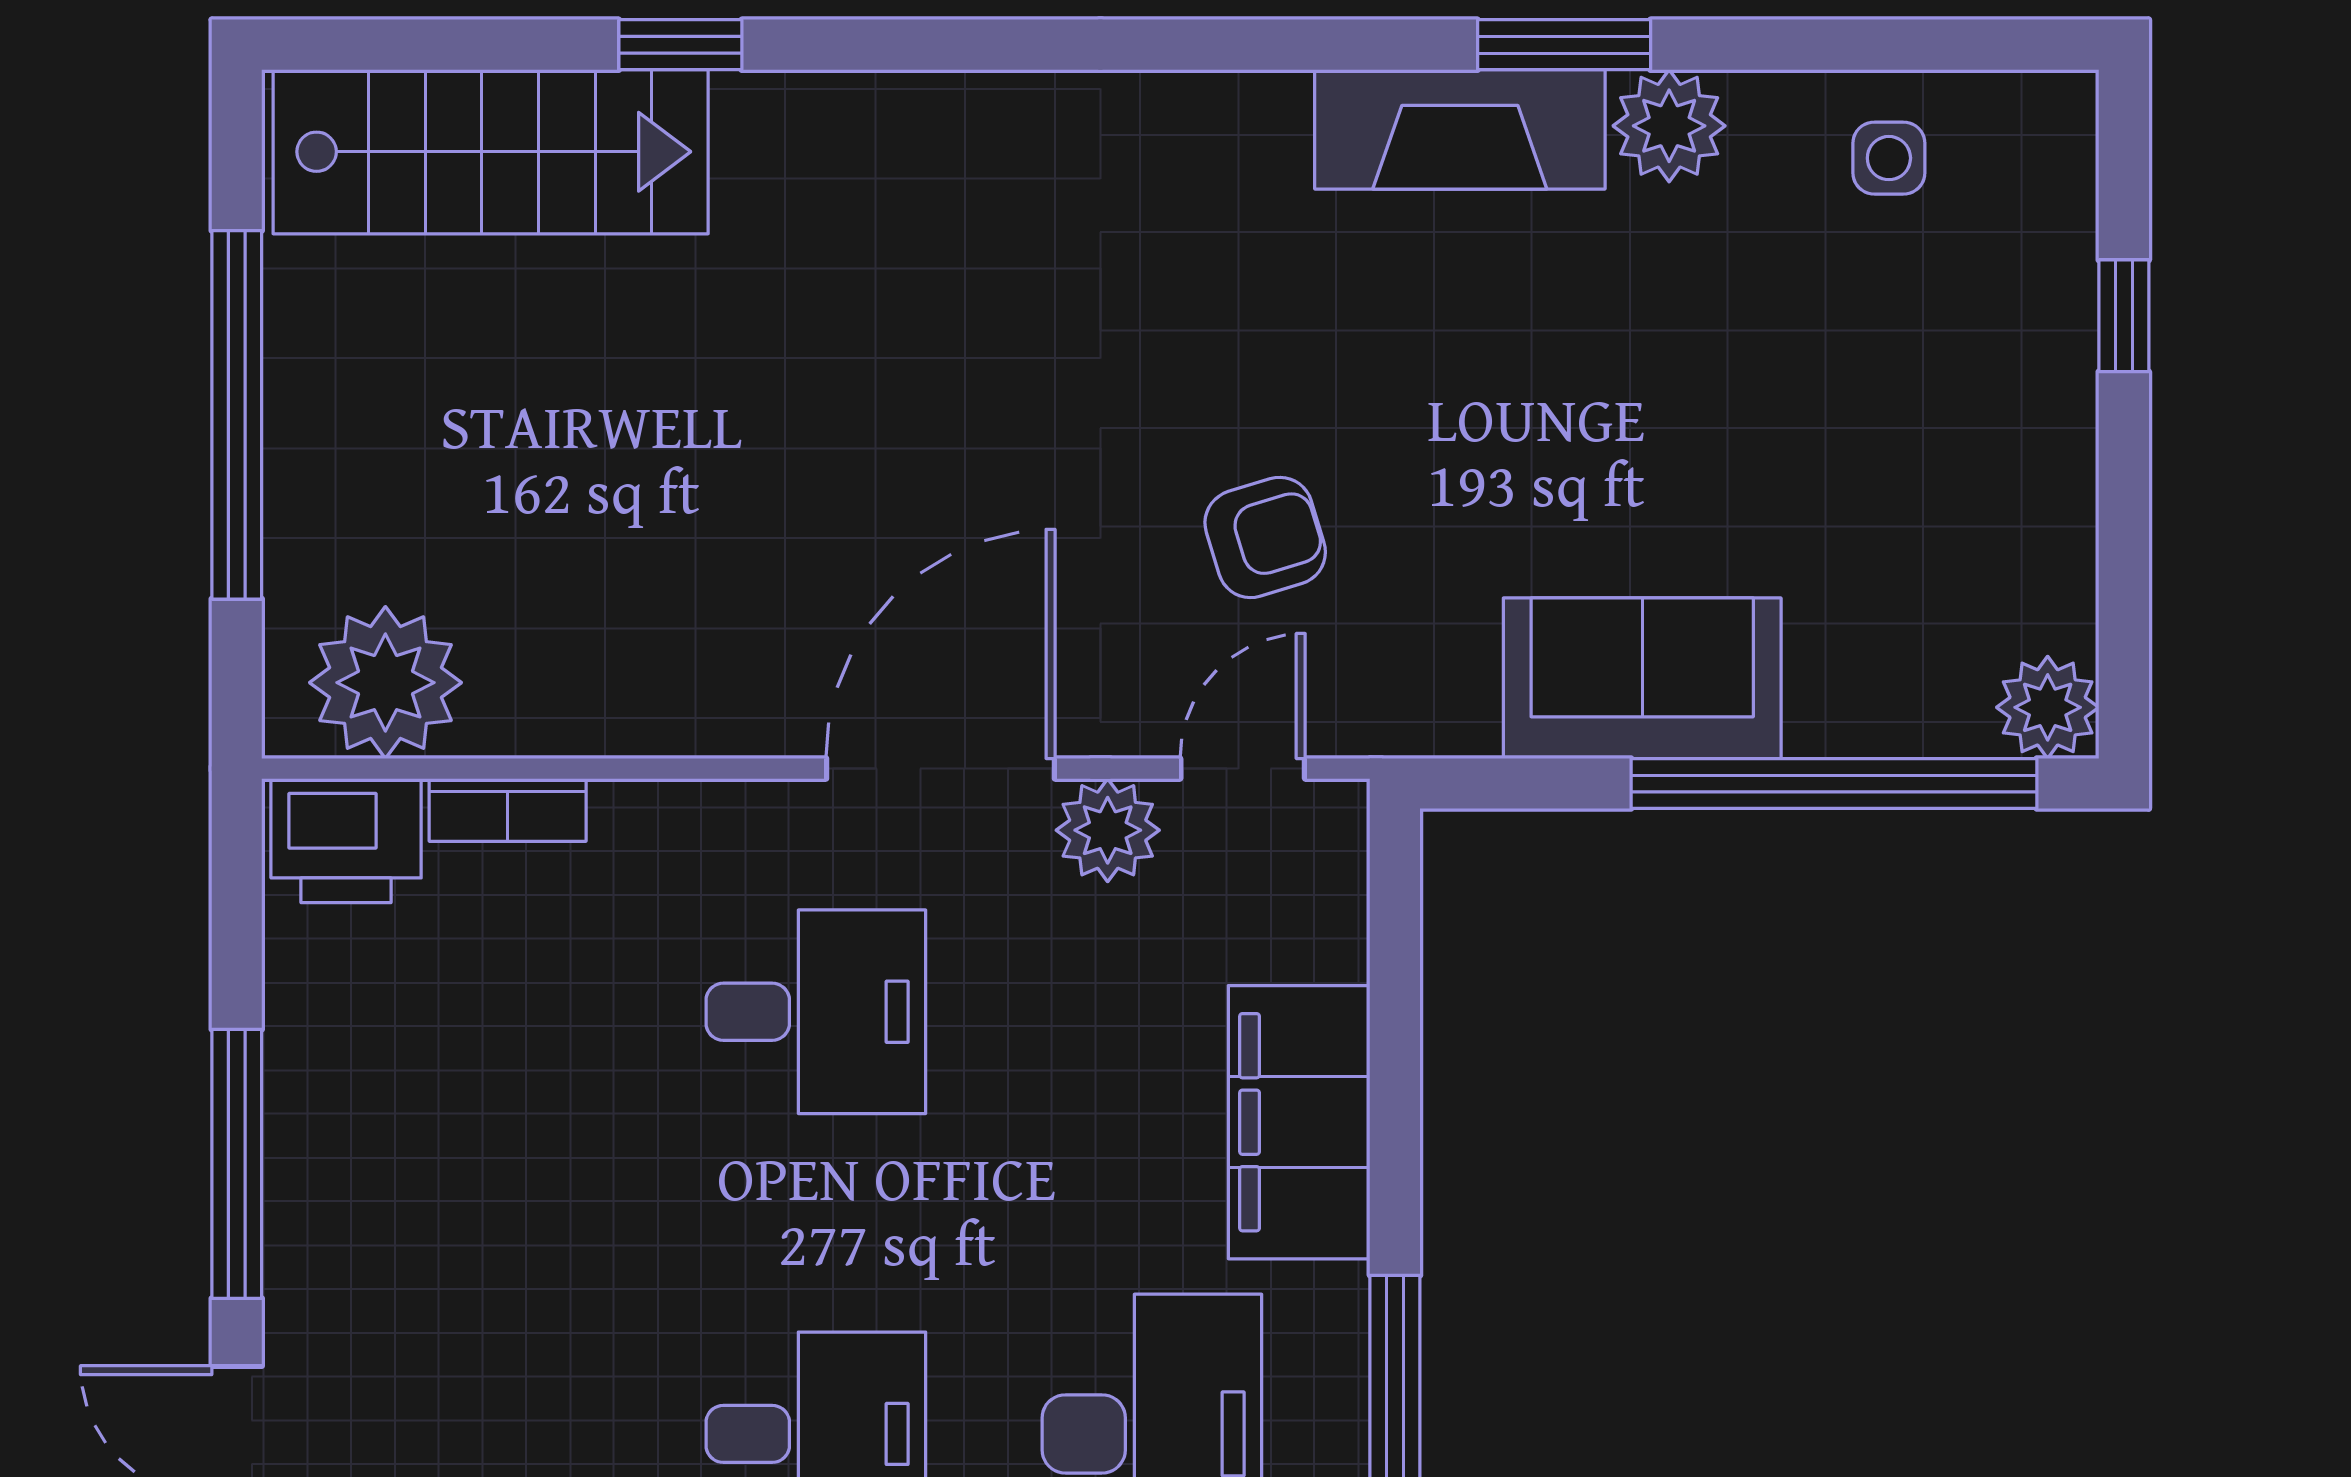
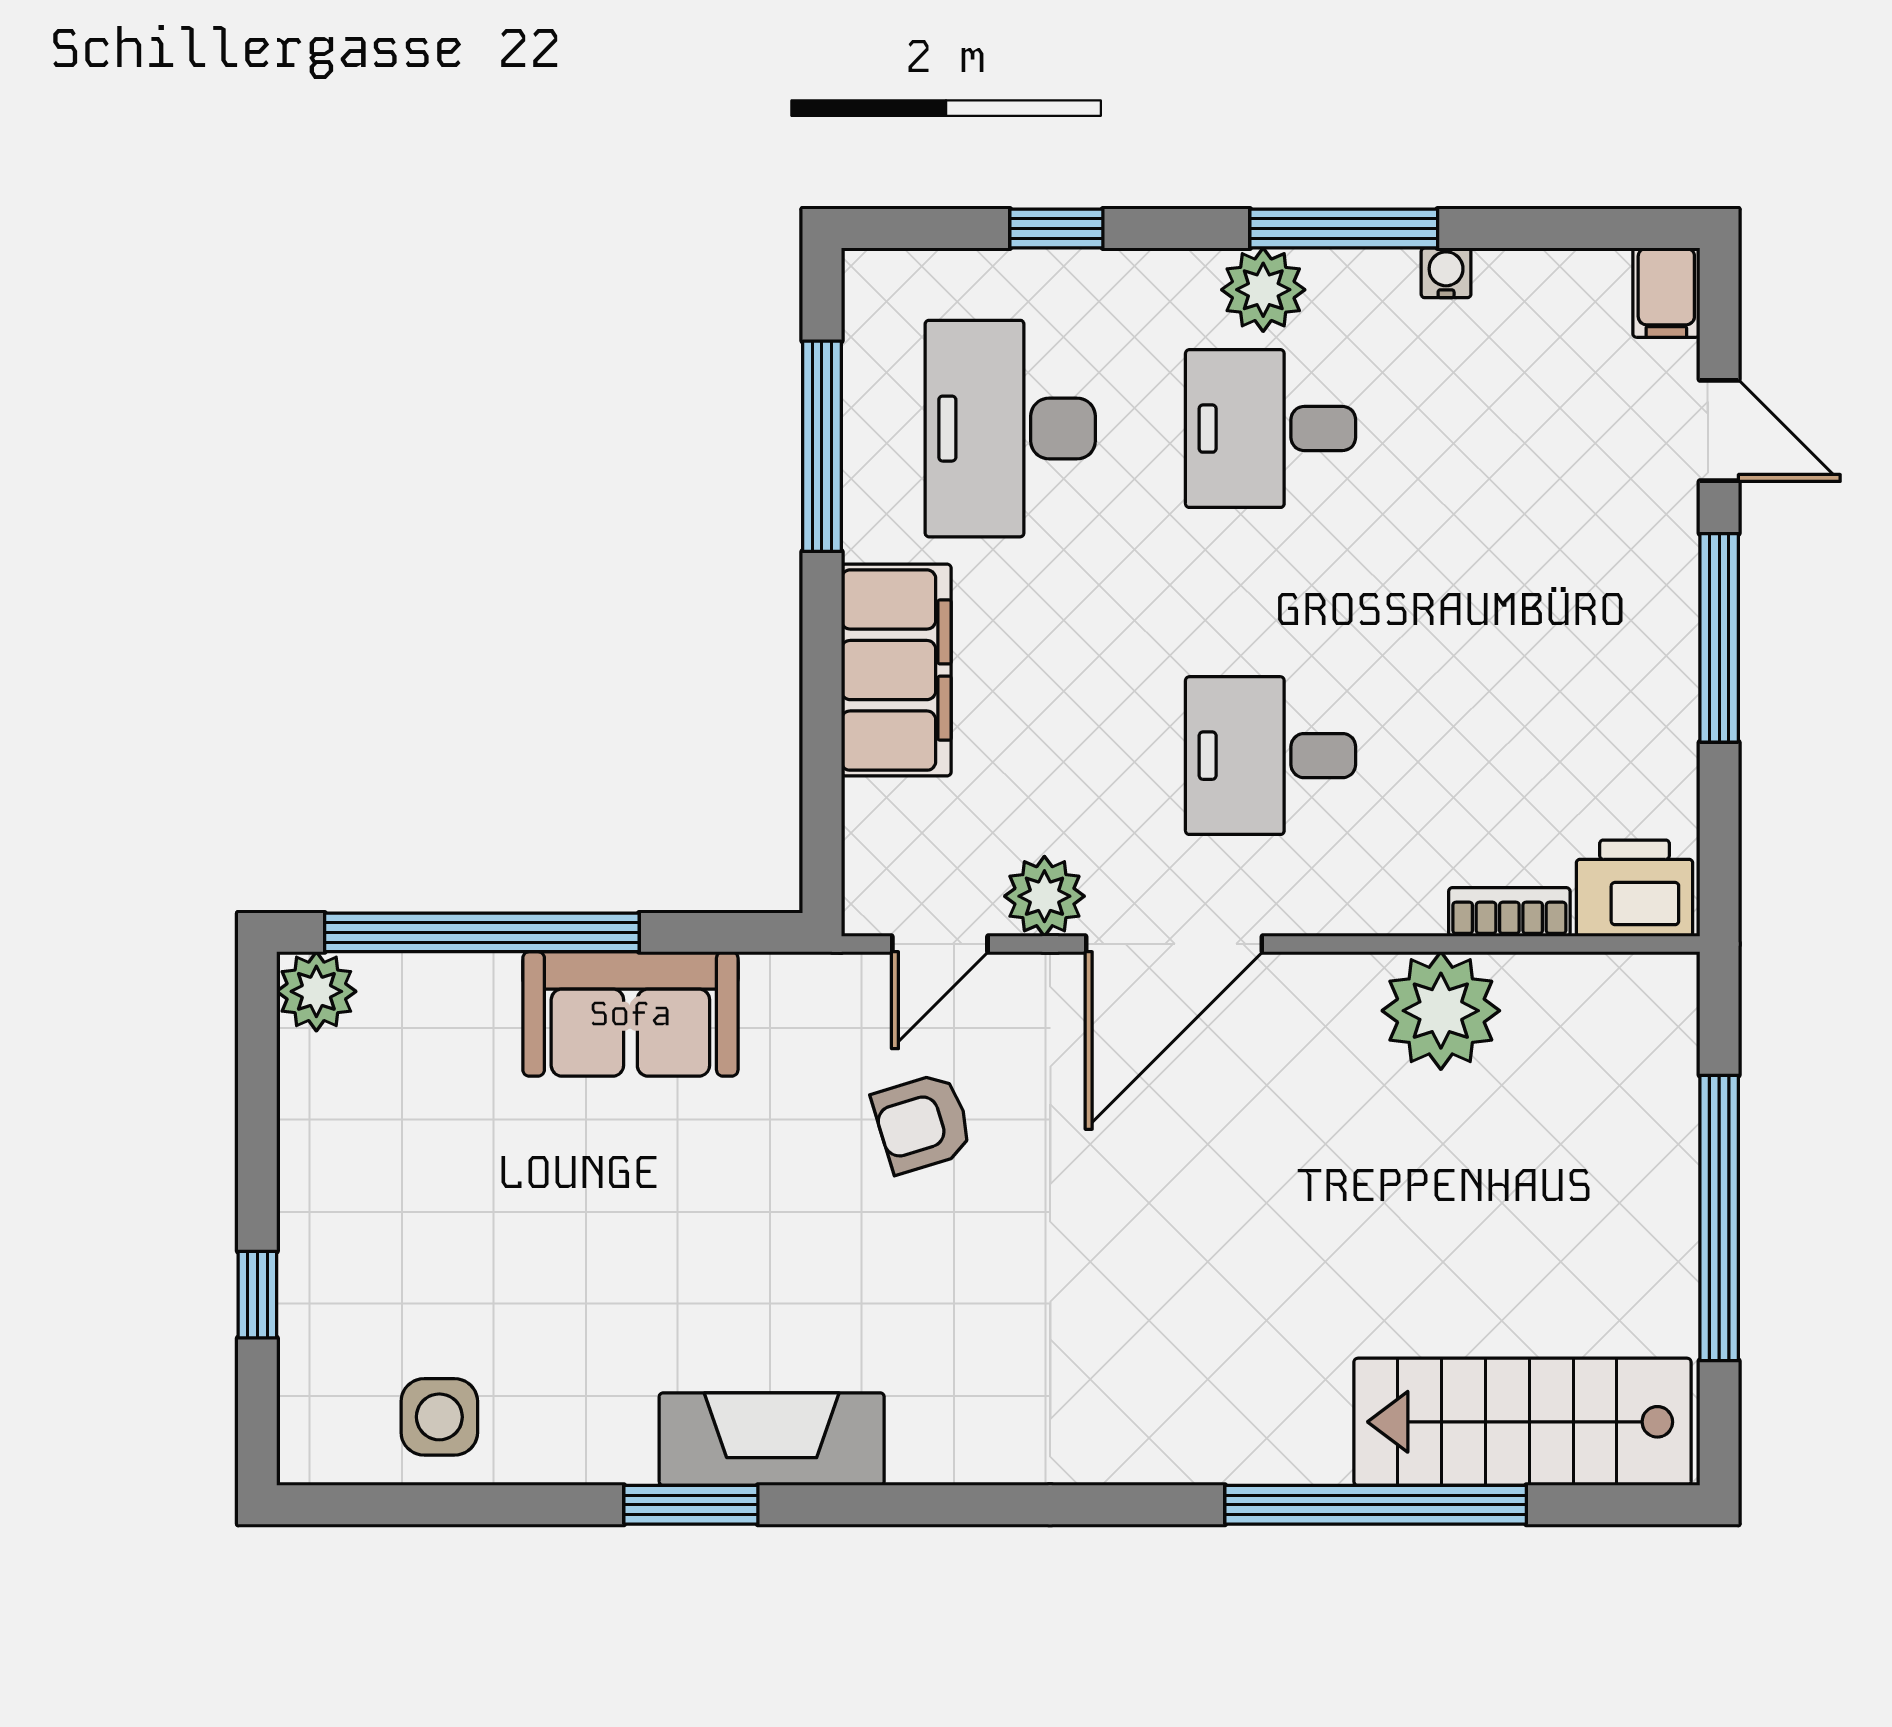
window: (680, 45) -> (1376, 1505), width x3.17
plant: (1669, 126) -> (610, 1442), removed
side table: (1889, 158) -> (439, 1417), width x1.37, depth x1.37
plant: (385, 683) -> (1441, 1011), moved

